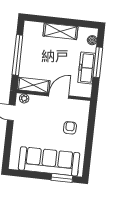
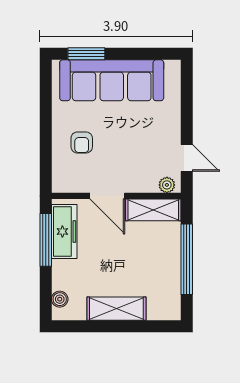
window: (98, 62) -> (46, 240), moved
freezer: (87, 68) -> (64, 231), moved
door: (59, 96) -> (107, 196), hinge flipped

